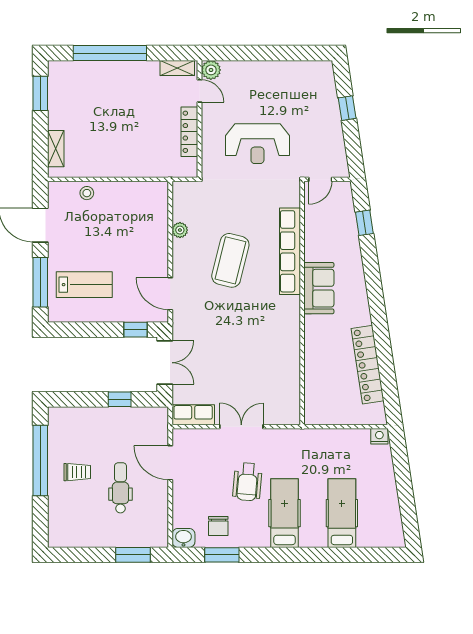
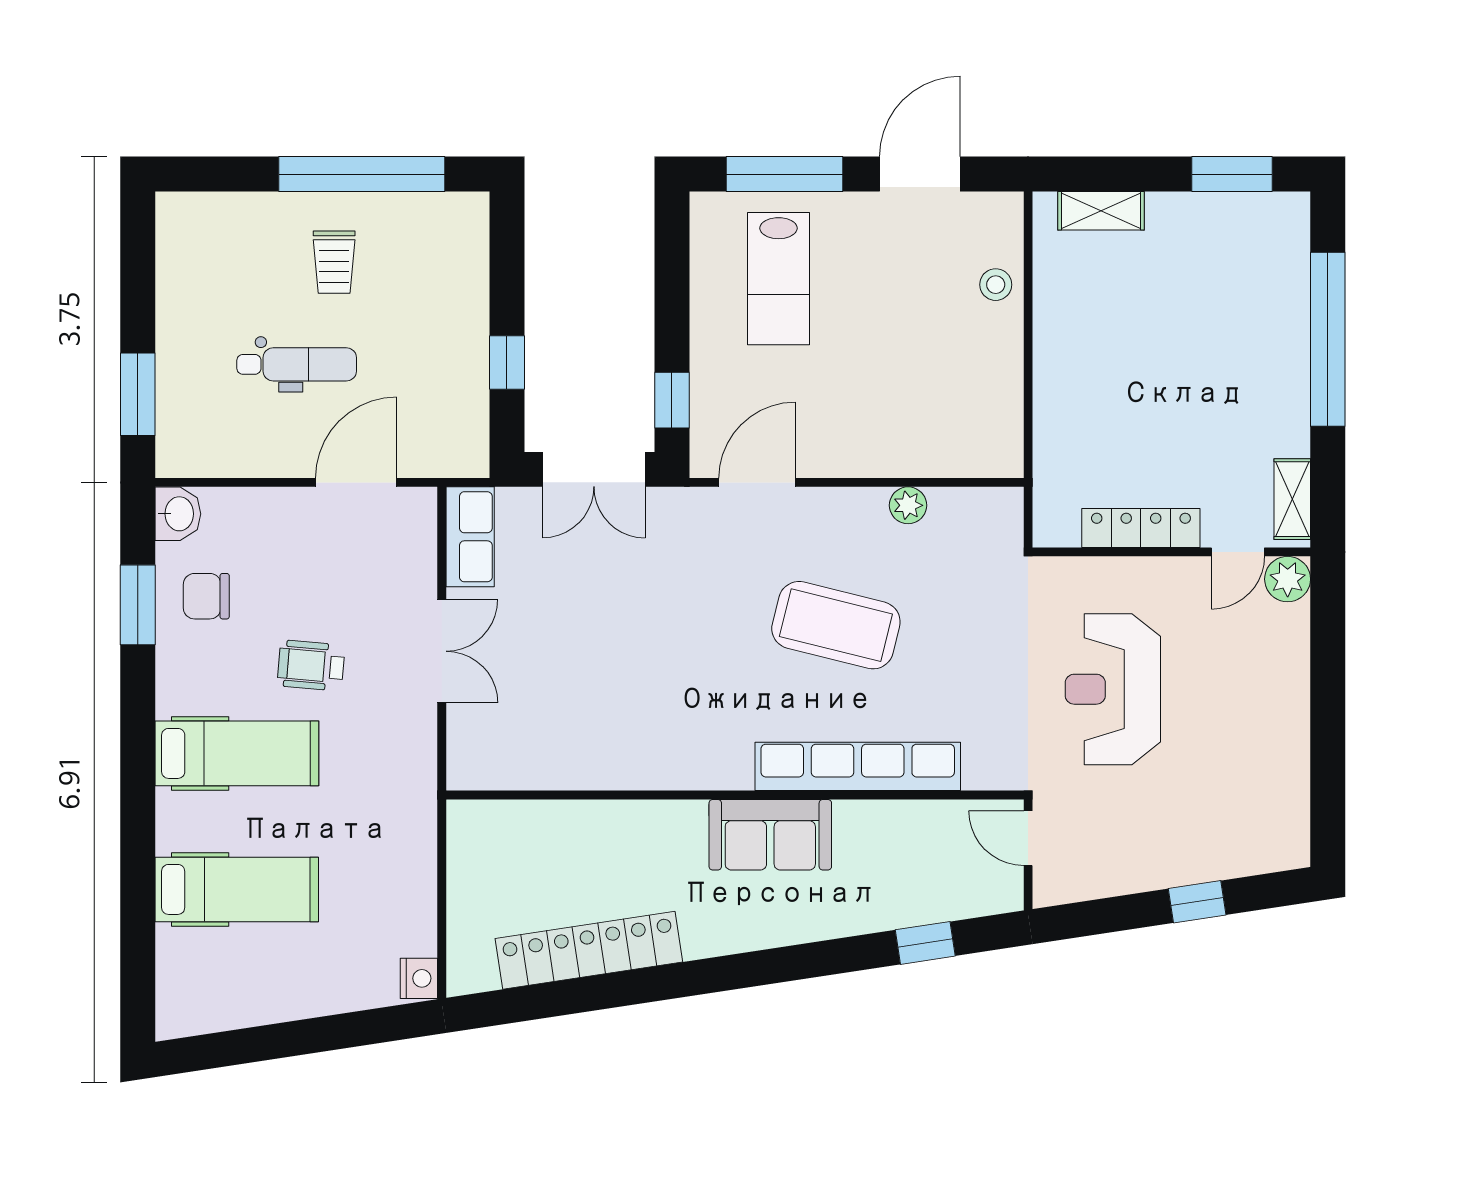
wheelchair: (247, 482) -> (311, 666), width x0.73, depth x0.73

